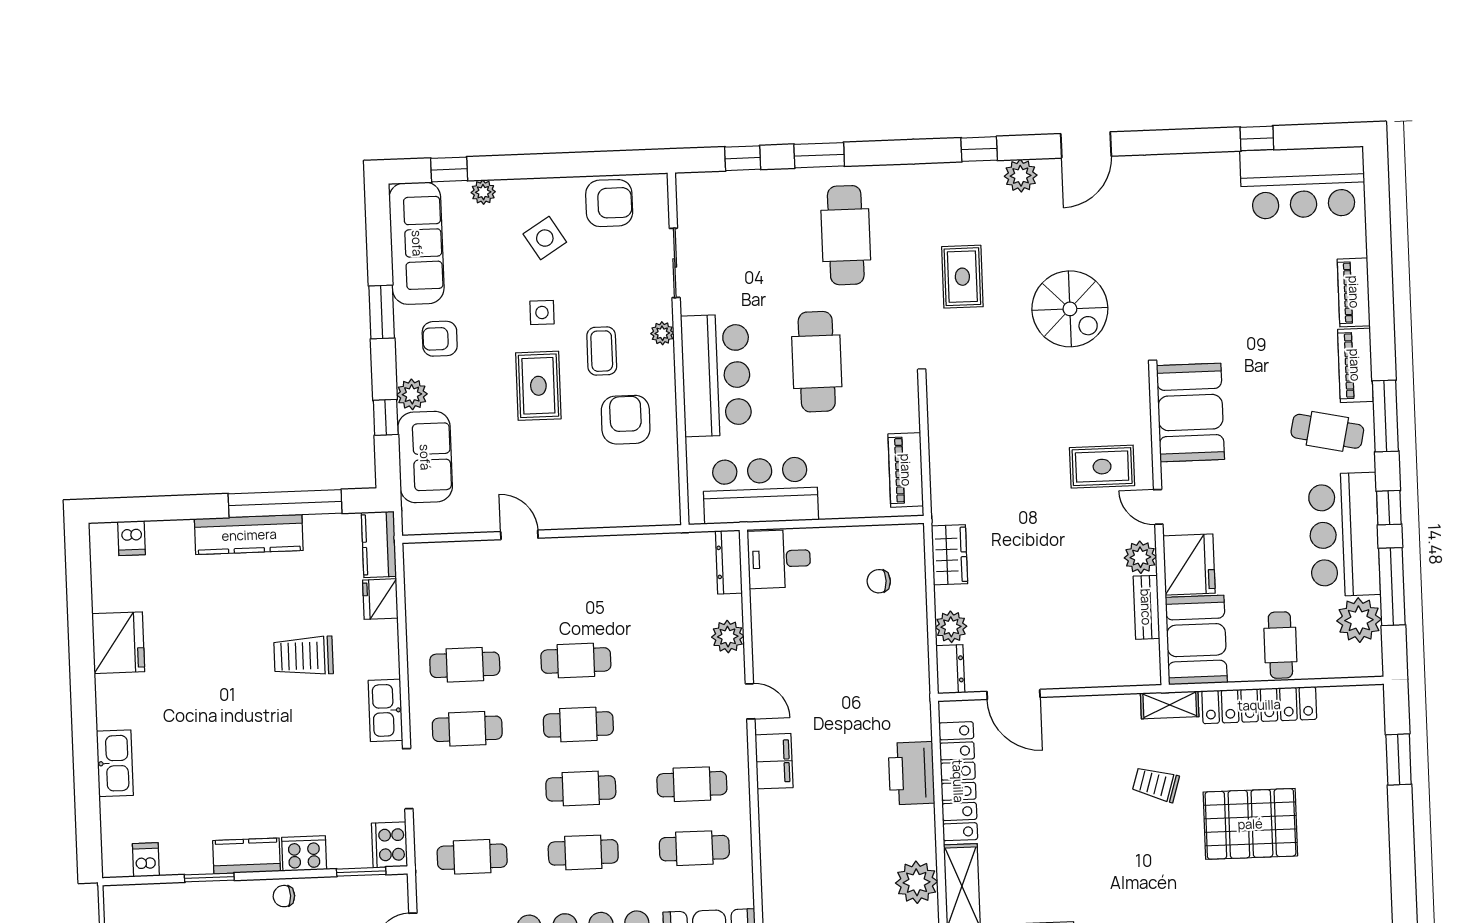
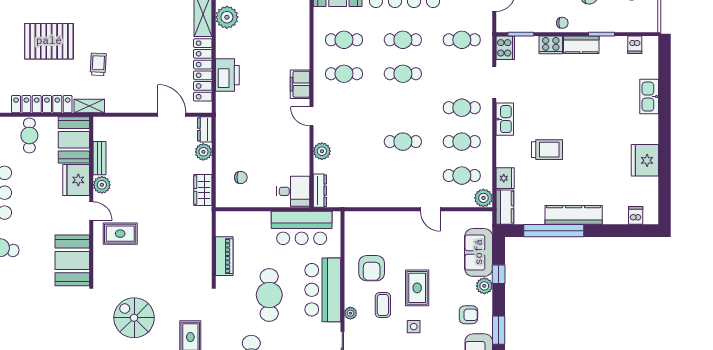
piano: (906, 470) -> (224, 256), moved
plant: (420, 560) -> (483, 198), added
cafe table: (578, 724) -> (462, 176), moved
trolley: (1156, 784) -> (98, 64), turned -104

